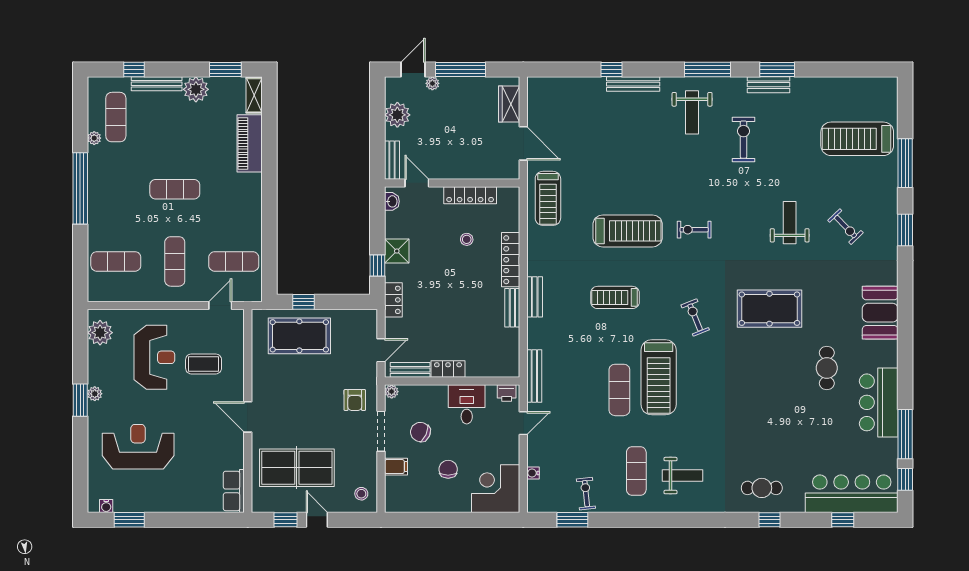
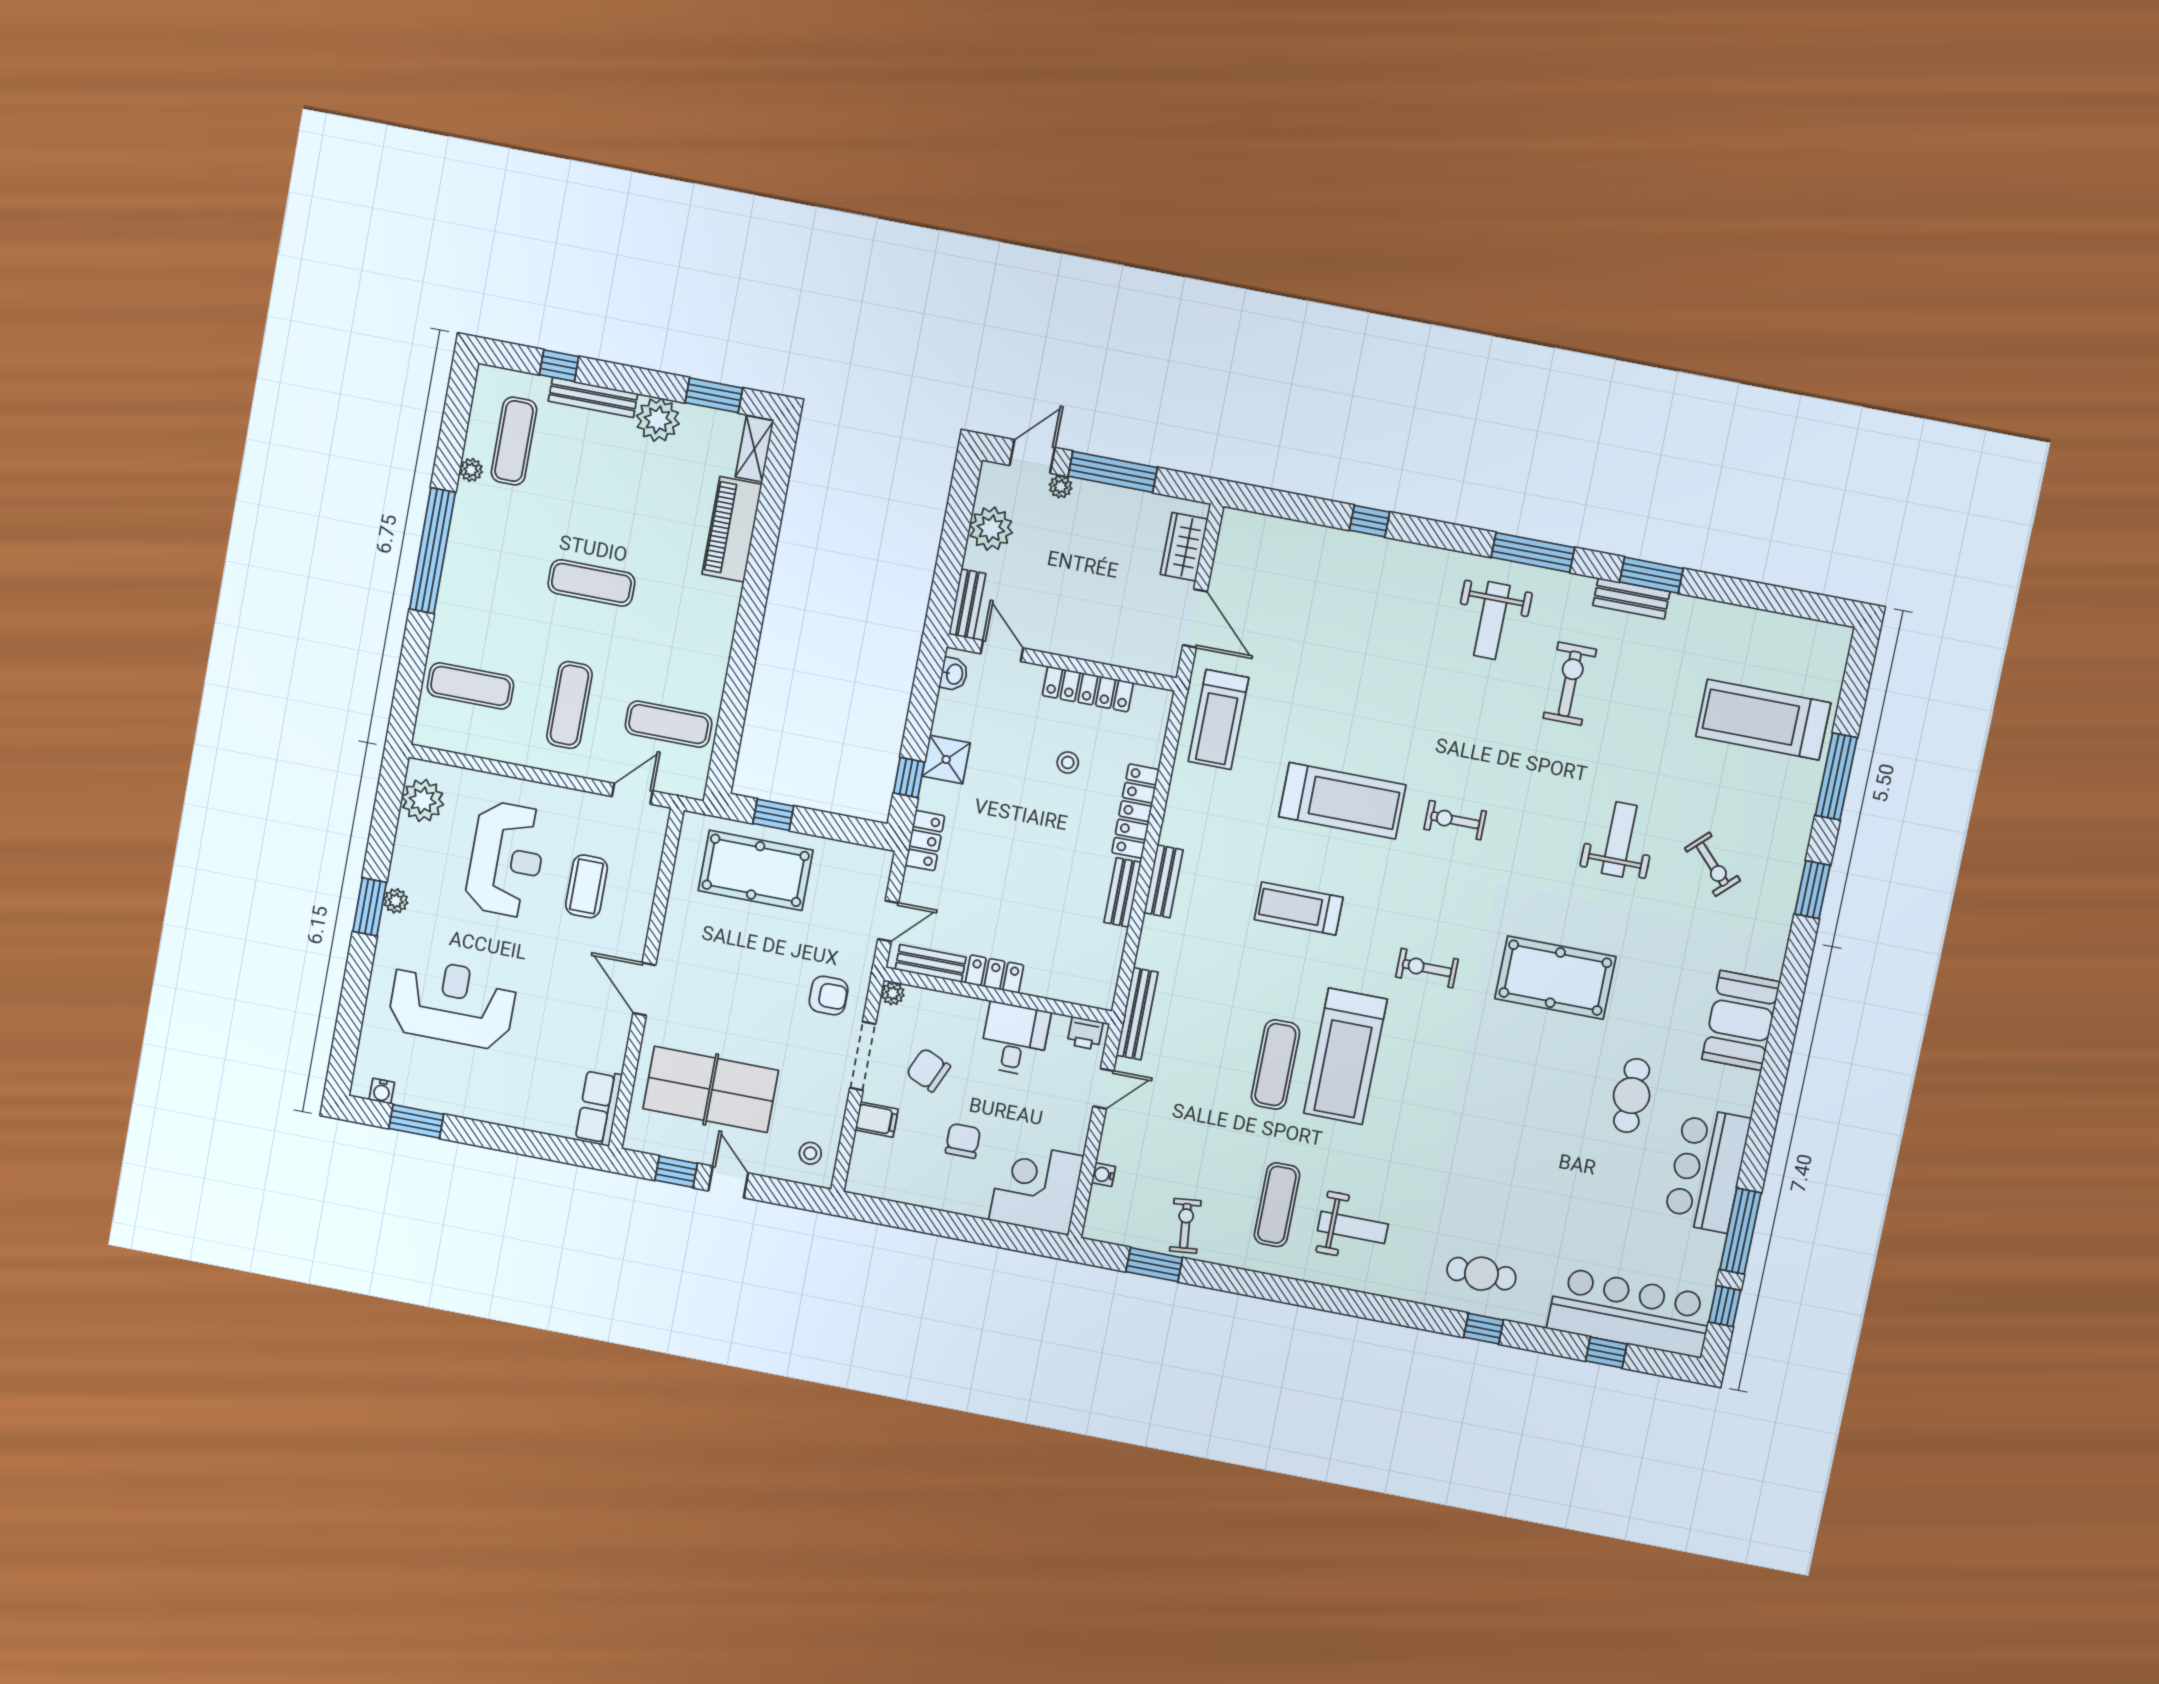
bench: (633, 84) -> (1401, 553), removed
exercise bike: (695, 317) -> (1427, 968), turned -68
coffee table: (204, 364) -> (587, 886), turned 90
armchair: (355, 400) -> (829, 996), turned -90

